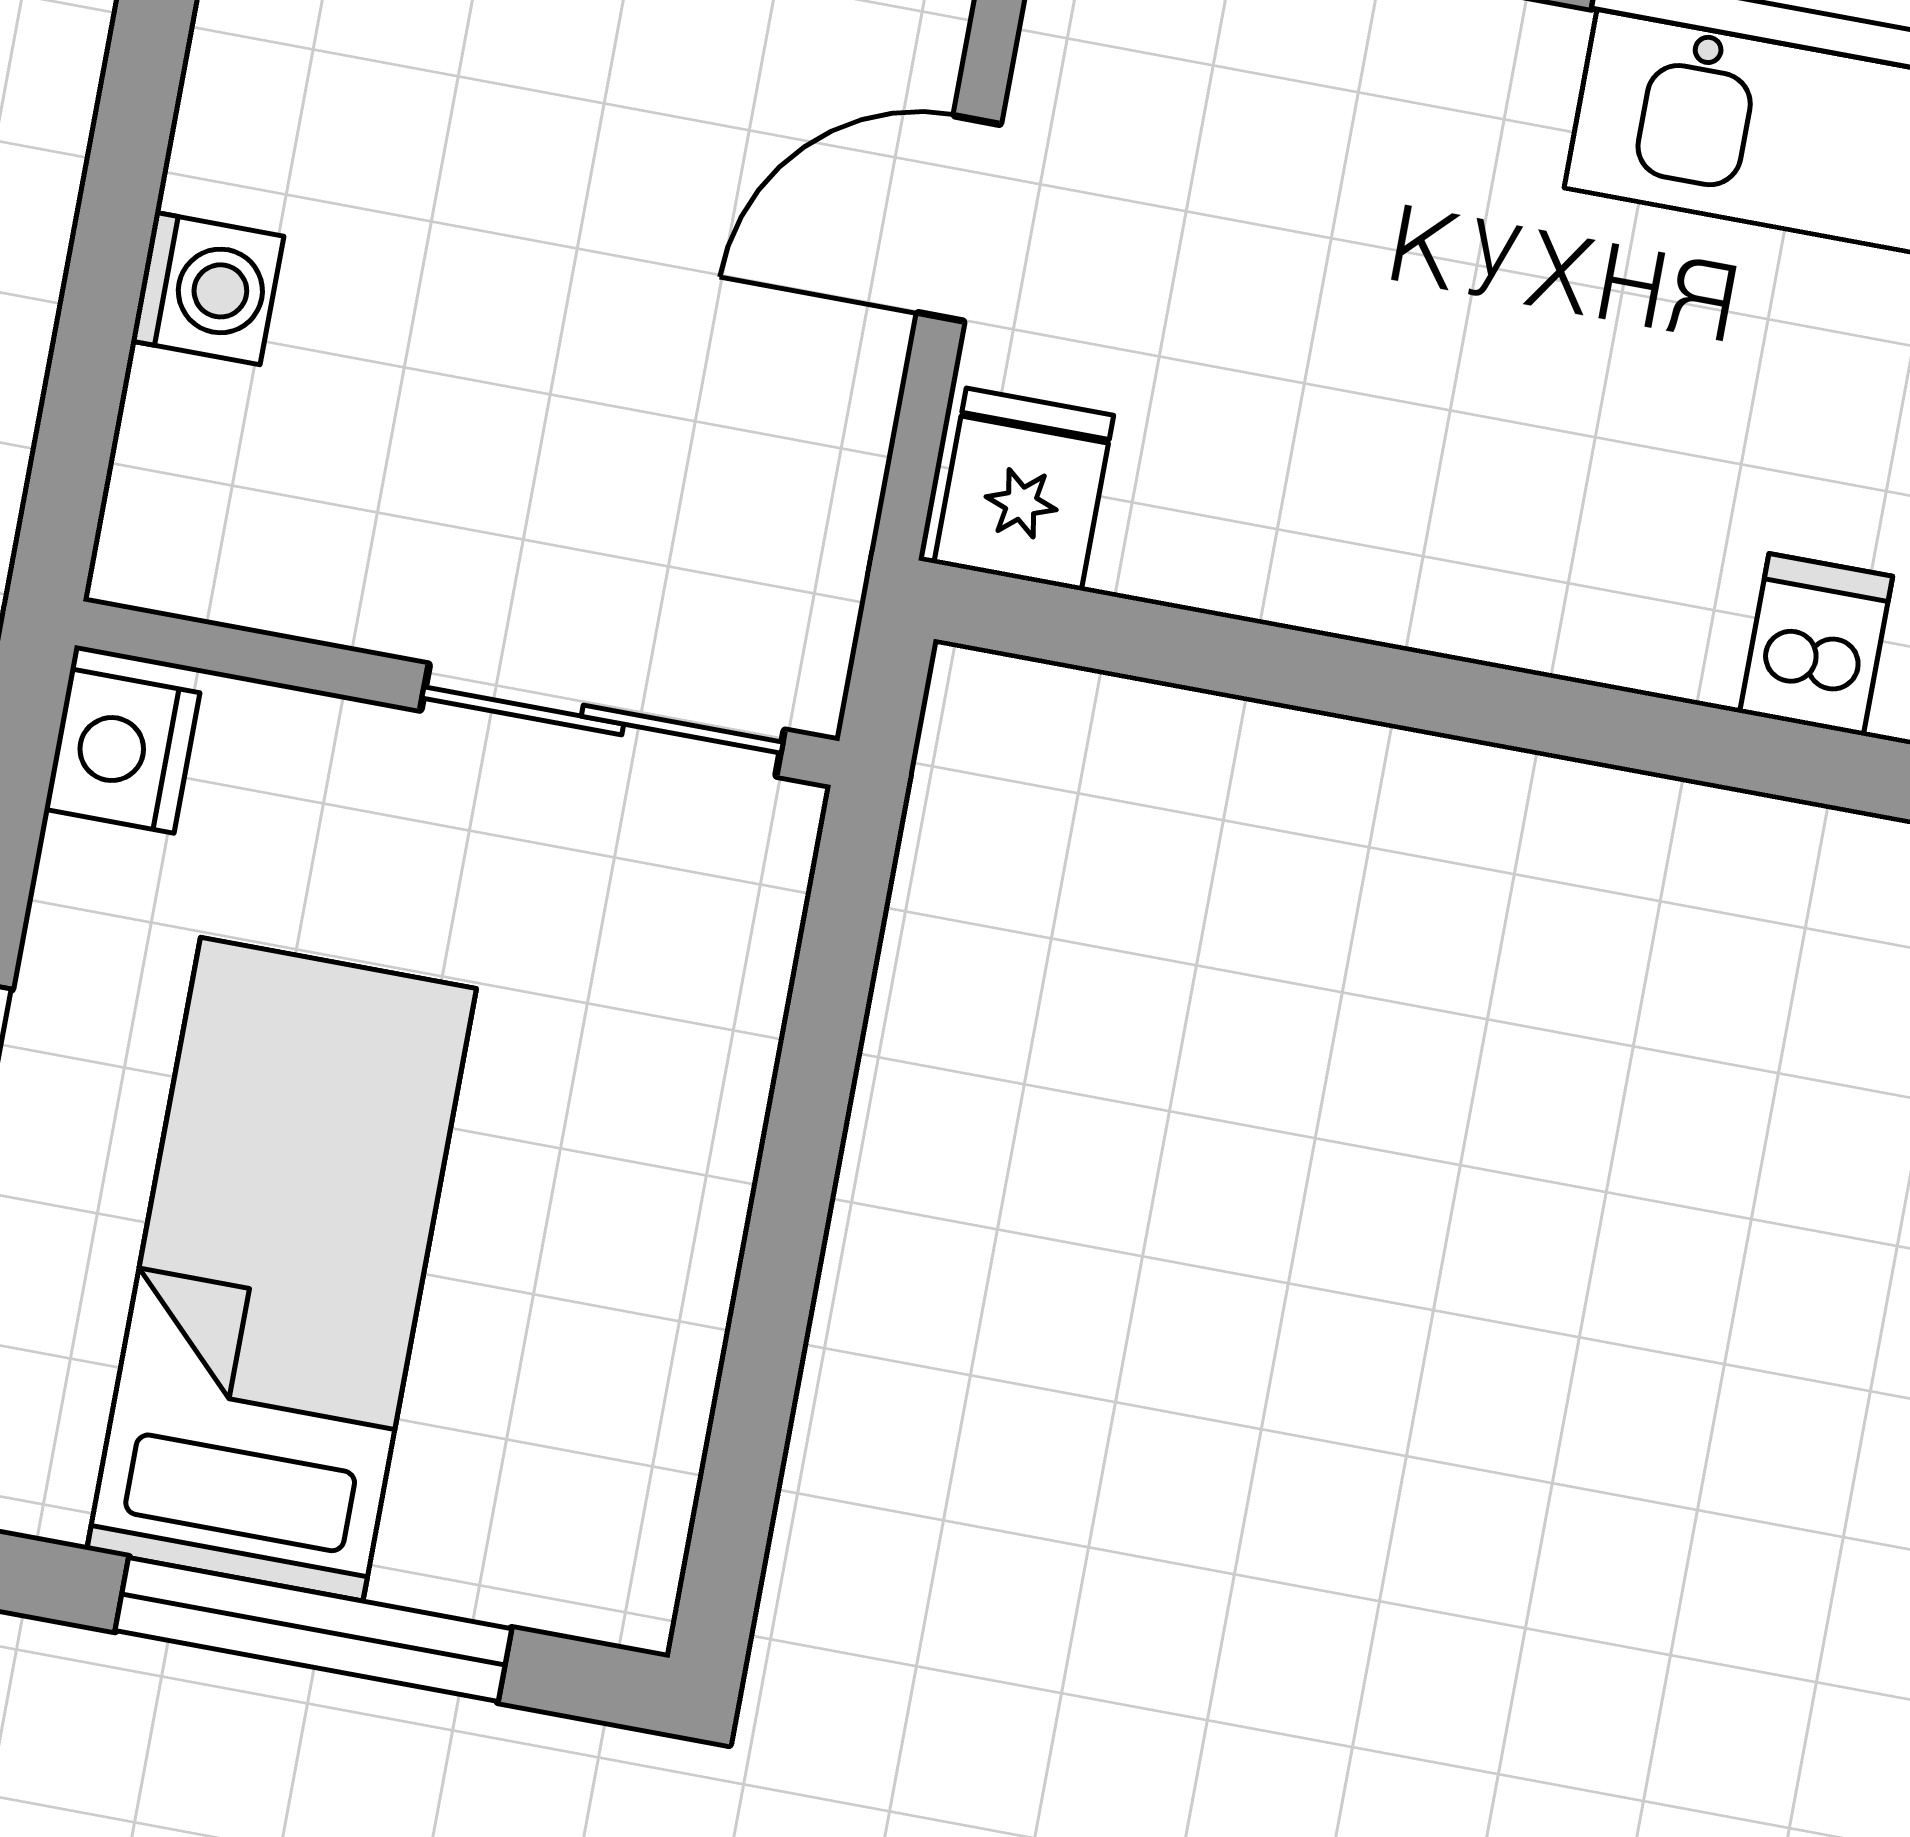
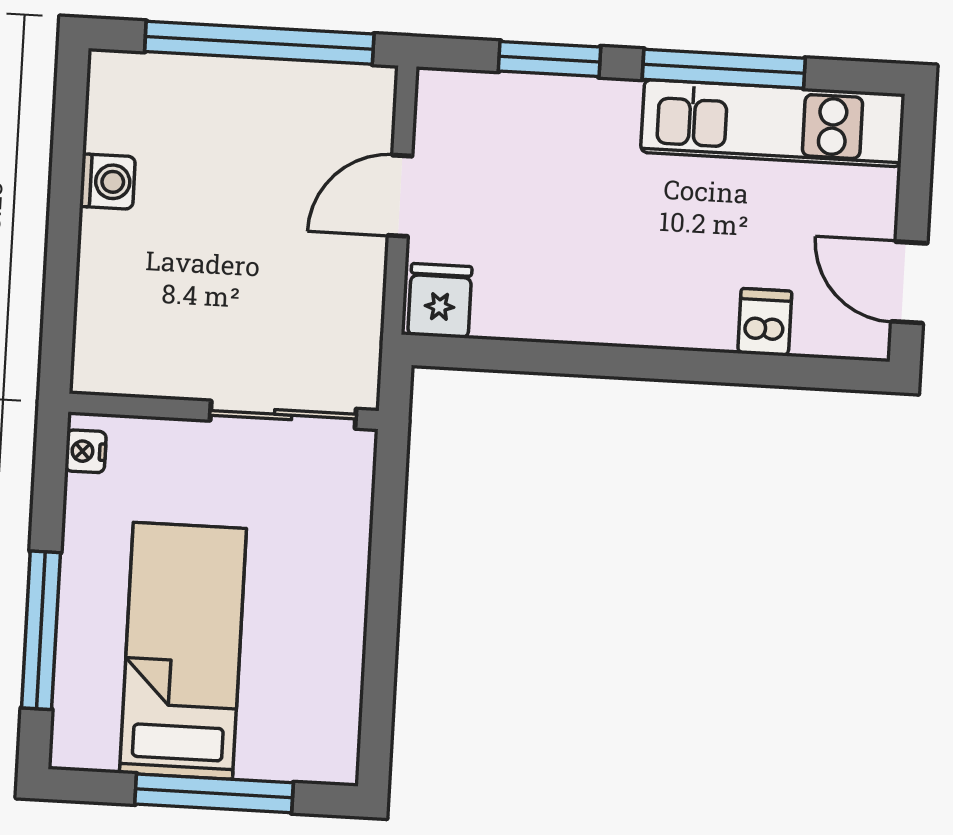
washing machine: (207, 289) -> (107, 182), moved
nightstand: (122, 751) -> (86, 451), width x0.72, depth x0.74

